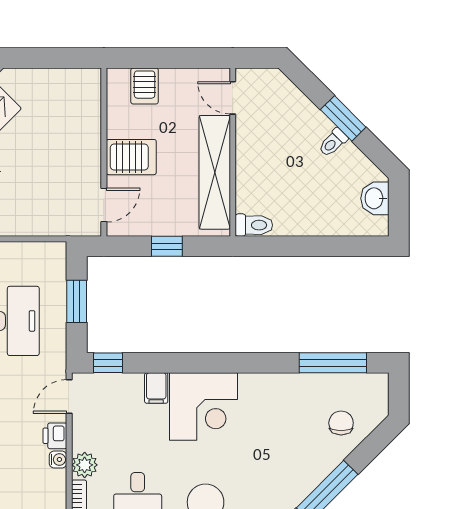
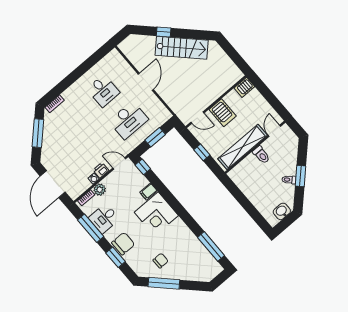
server rack: (145, 86) -> (244, 87), moved
toilet: (254, 225) -> (261, 155), moved
chair: (341, 423) -> (161, 261), moved

